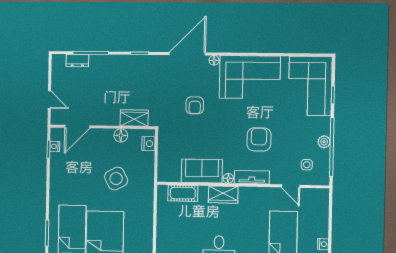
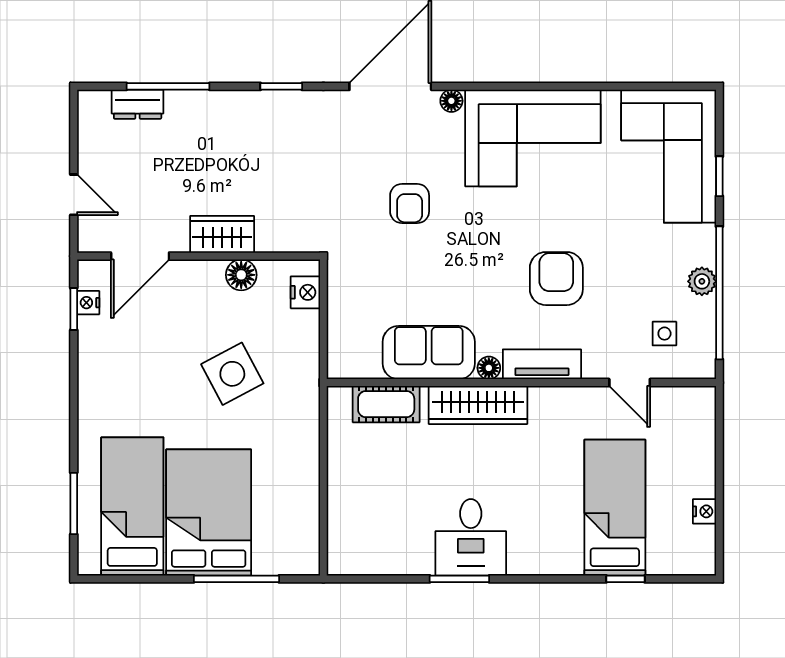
wardrobe: (134, 118) -> (222, 234), moved
wardrobe: (223, 195) -> (478, 405), width x1.50

